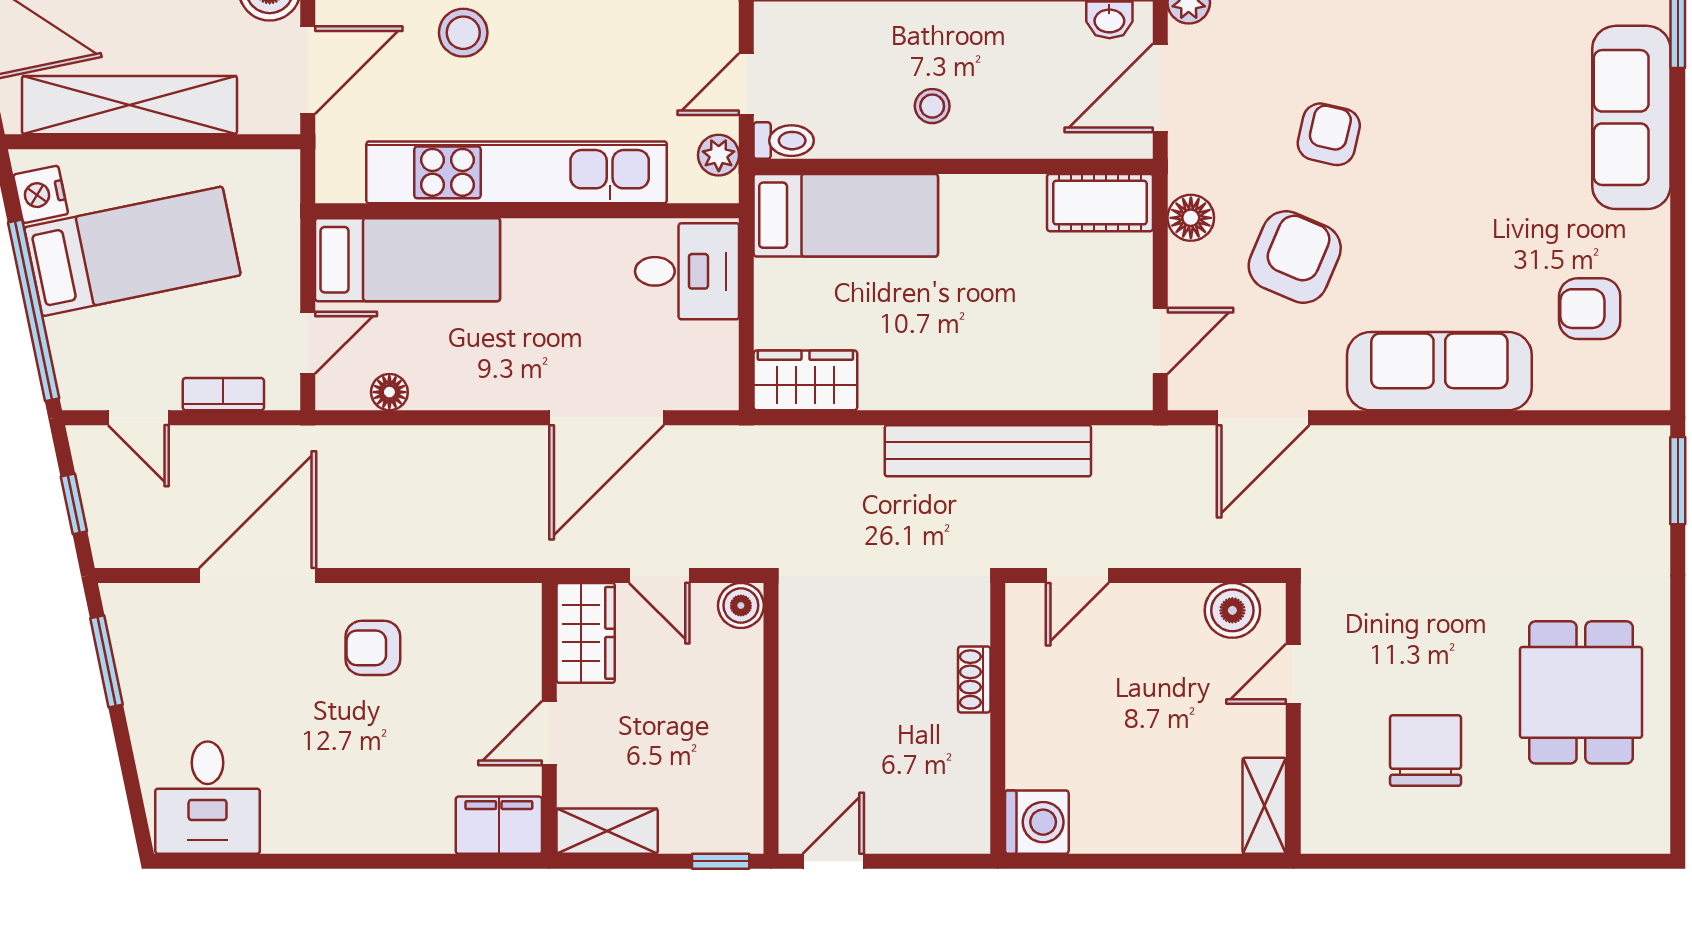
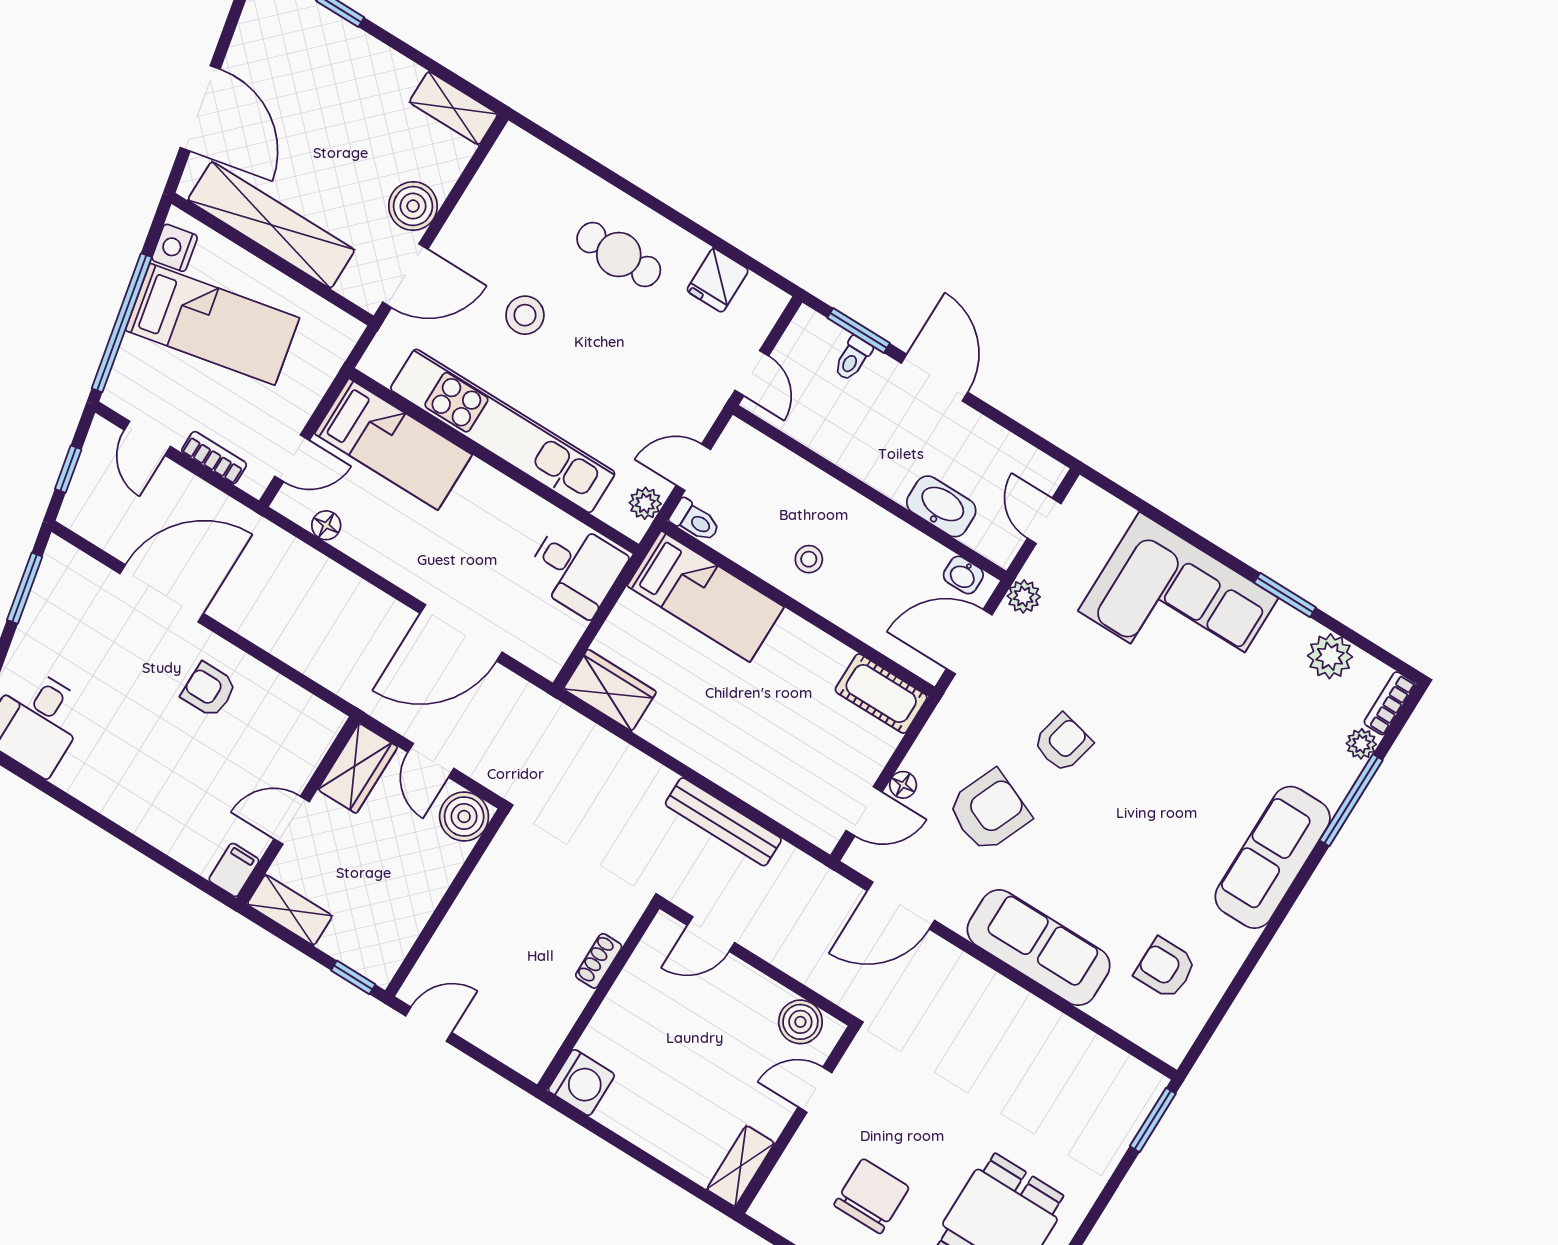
floor lamp: (1191, 218) -> (903, 785), moved, width x0.73, depth x0.73
bench: (988, 451) -> (723, 822), width x0.73, depth x0.82
boiler: (741, 606) -> (464, 817), width x1.36, depth x1.36
filing cabinet: (499, 825) -> (234, 870), width x0.50

